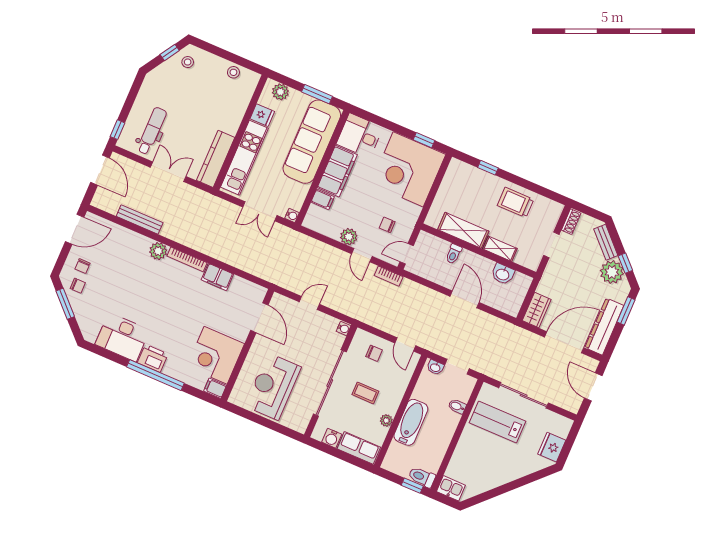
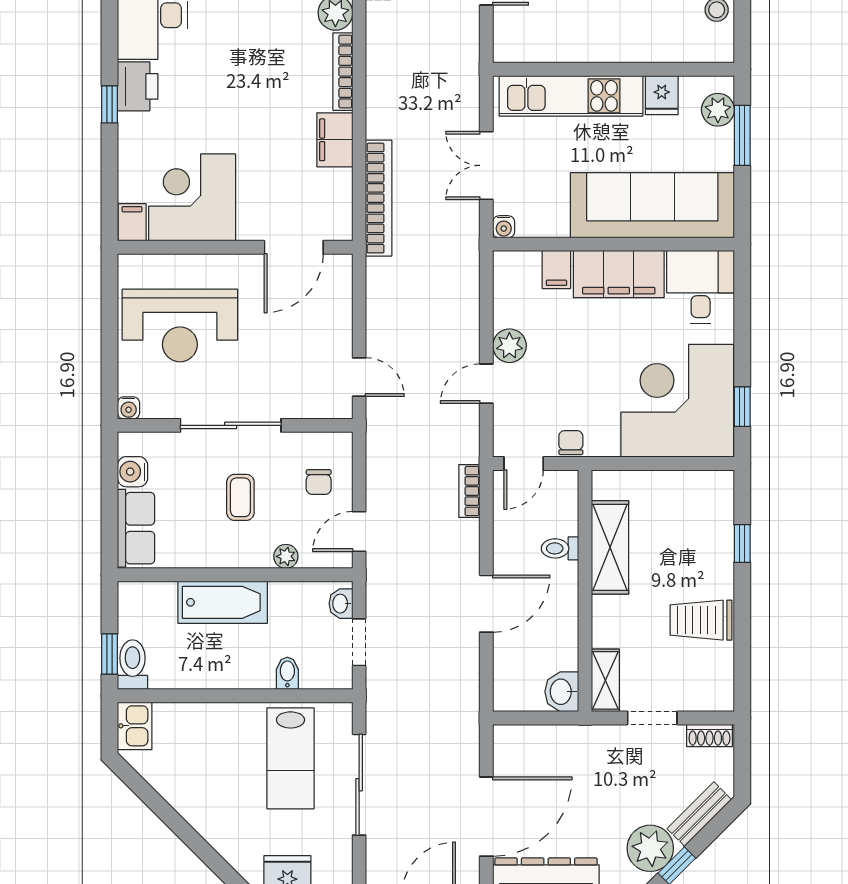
window: (317, 94) -> (742, 135), moved
kitchen counter: (216, 159) -> (547, 45), removed
trolley: (515, 202) -> (701, 620), turned -90
chair: (387, 225) -> (571, 443), moved
shelving: (500, 249) -> (605, 680), moved
door: (407, 254) -> (524, 464), swing flipped
bookcase: (253, 268) -> (379, 198), added
washbasin: (503, 274) -> (562, 692), moved
bookcase: (389, 276) -> (469, 491), moved
door: (309, 303) -> (359, 377), moved
wardrobe: (537, 310) -> (523, 742), removed
water cooler: (344, 328) -> (129, 408), moved
door: (564, 342) -> (486, 817), hinge flipped
window: (155, 375) -> (110, 104), width x0.32
sliding door: (330, 383) -> (231, 425), width x0.73
reception desk: (273, 387) -> (180, 325), turned 180
plant: (386, 420) -> (286, 556), moved
lab bench: (497, 422) -> (291, 758), turned 180

